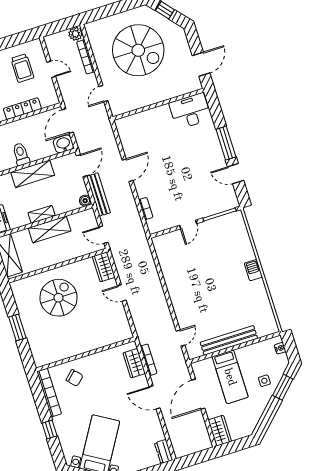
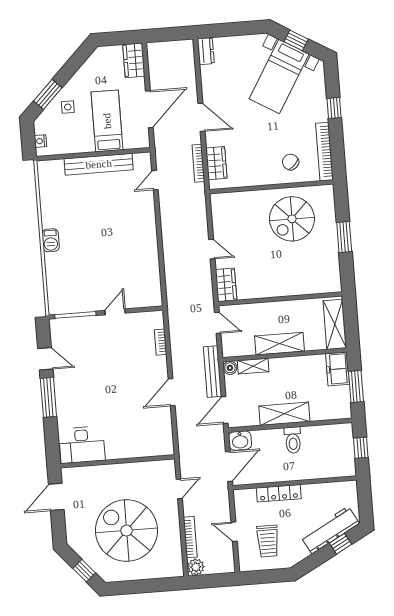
trolley: (22, 68) -> (268, 541), turned 180
shelving: (42, 214) -> (253, 366), moved
spiral stairs: (59, 298) -> (292, 219), moved

